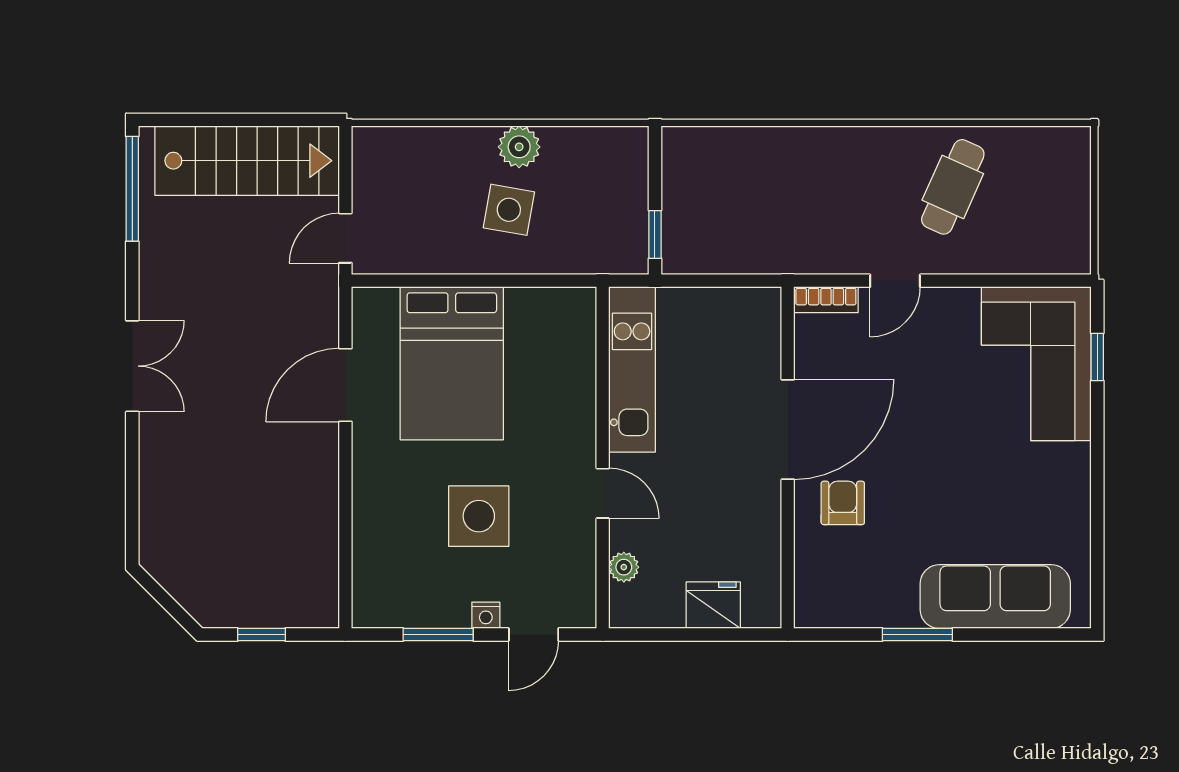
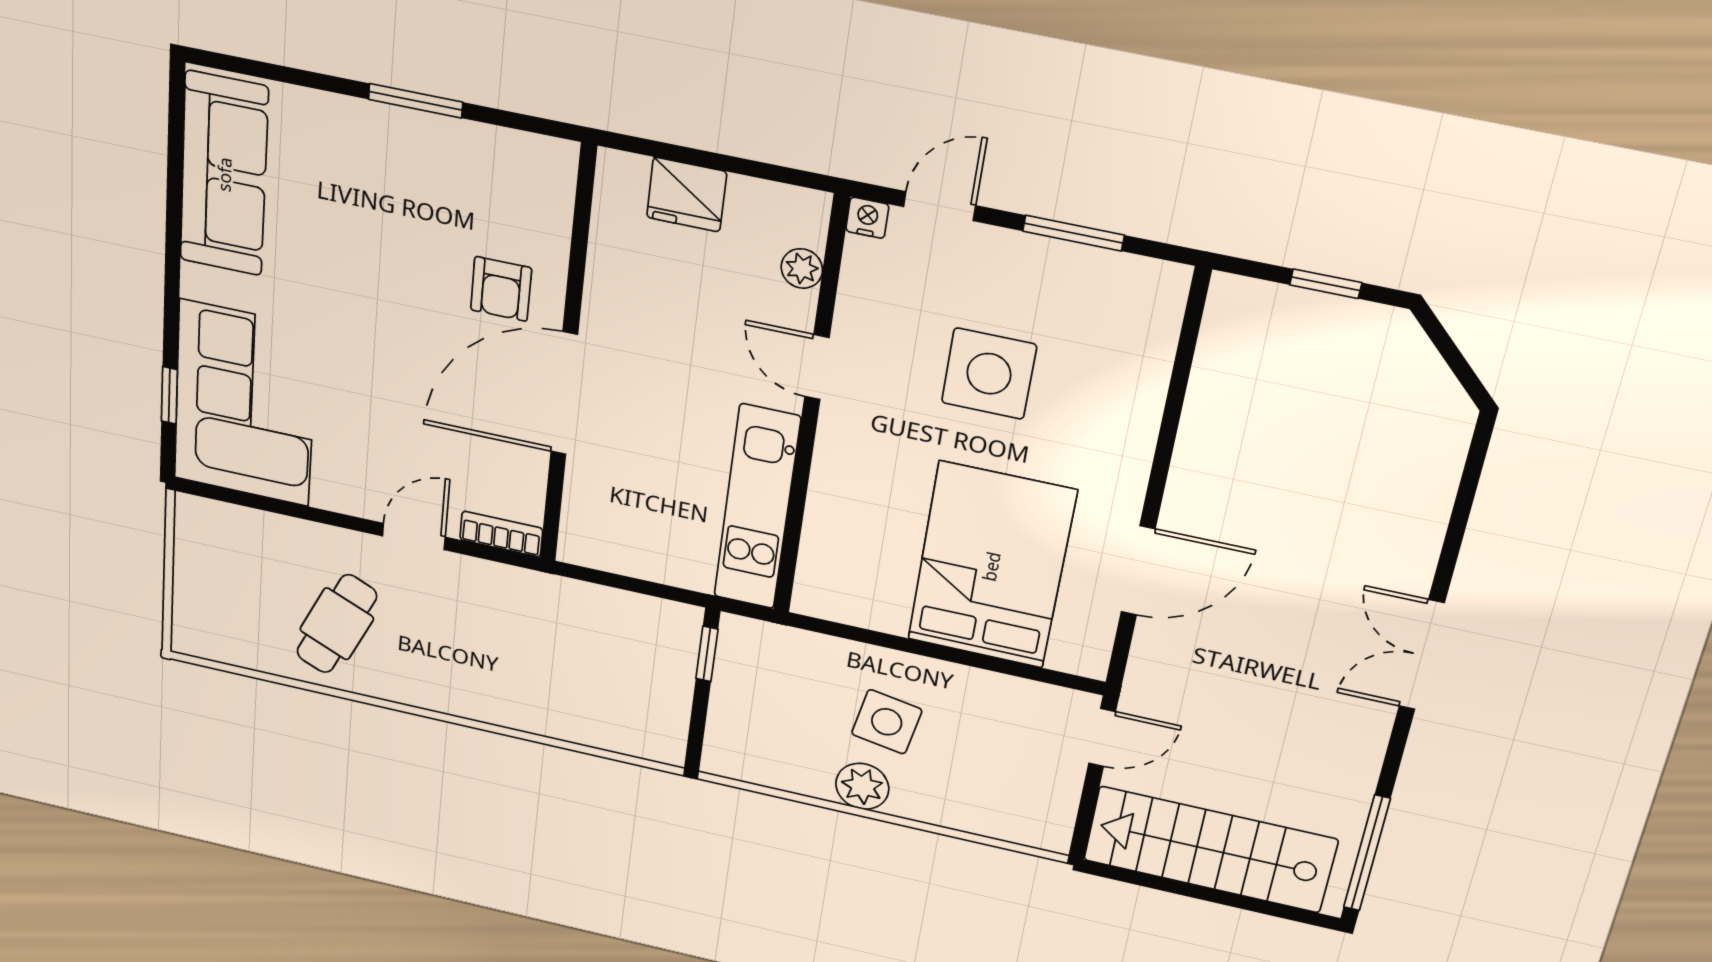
sofa: (995, 597) -> (224, 174), moved, turned -90
nightstand: (486, 615) -> (867, 218), moved

